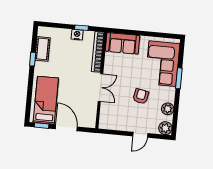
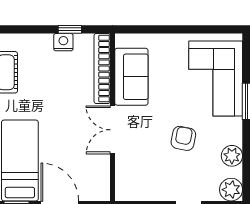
sofa: (123, 43) -> (131, 77), moved, turned -90
double door: (101, 88) -> (113, 130), swing flipped

